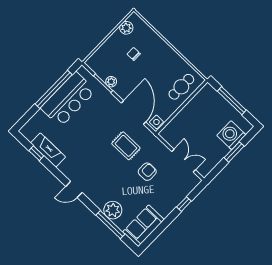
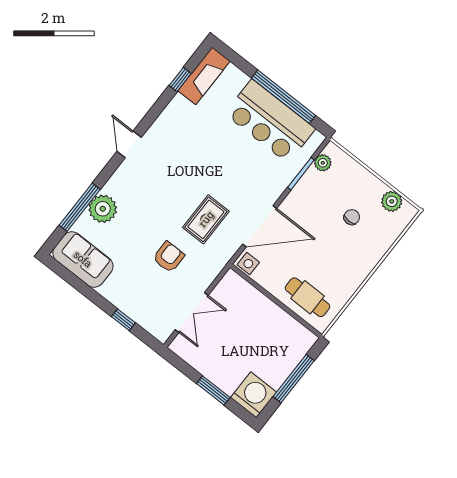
plant: (111, 82) -> (323, 163), moved
washing machine: (231, 135) -> (254, 395), moved
fireplace: (48, 150) -> (204, 76), moved
armchair: (147, 172) -> (169, 257), turned -90

